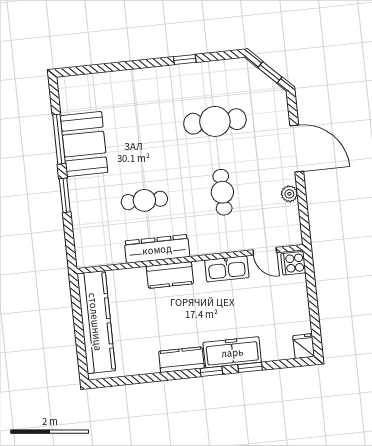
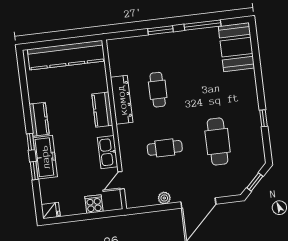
booth: (84, 144) -> (236, 47), moved, turned 90
cooker: (293, 263) -> (94, 204), moved

